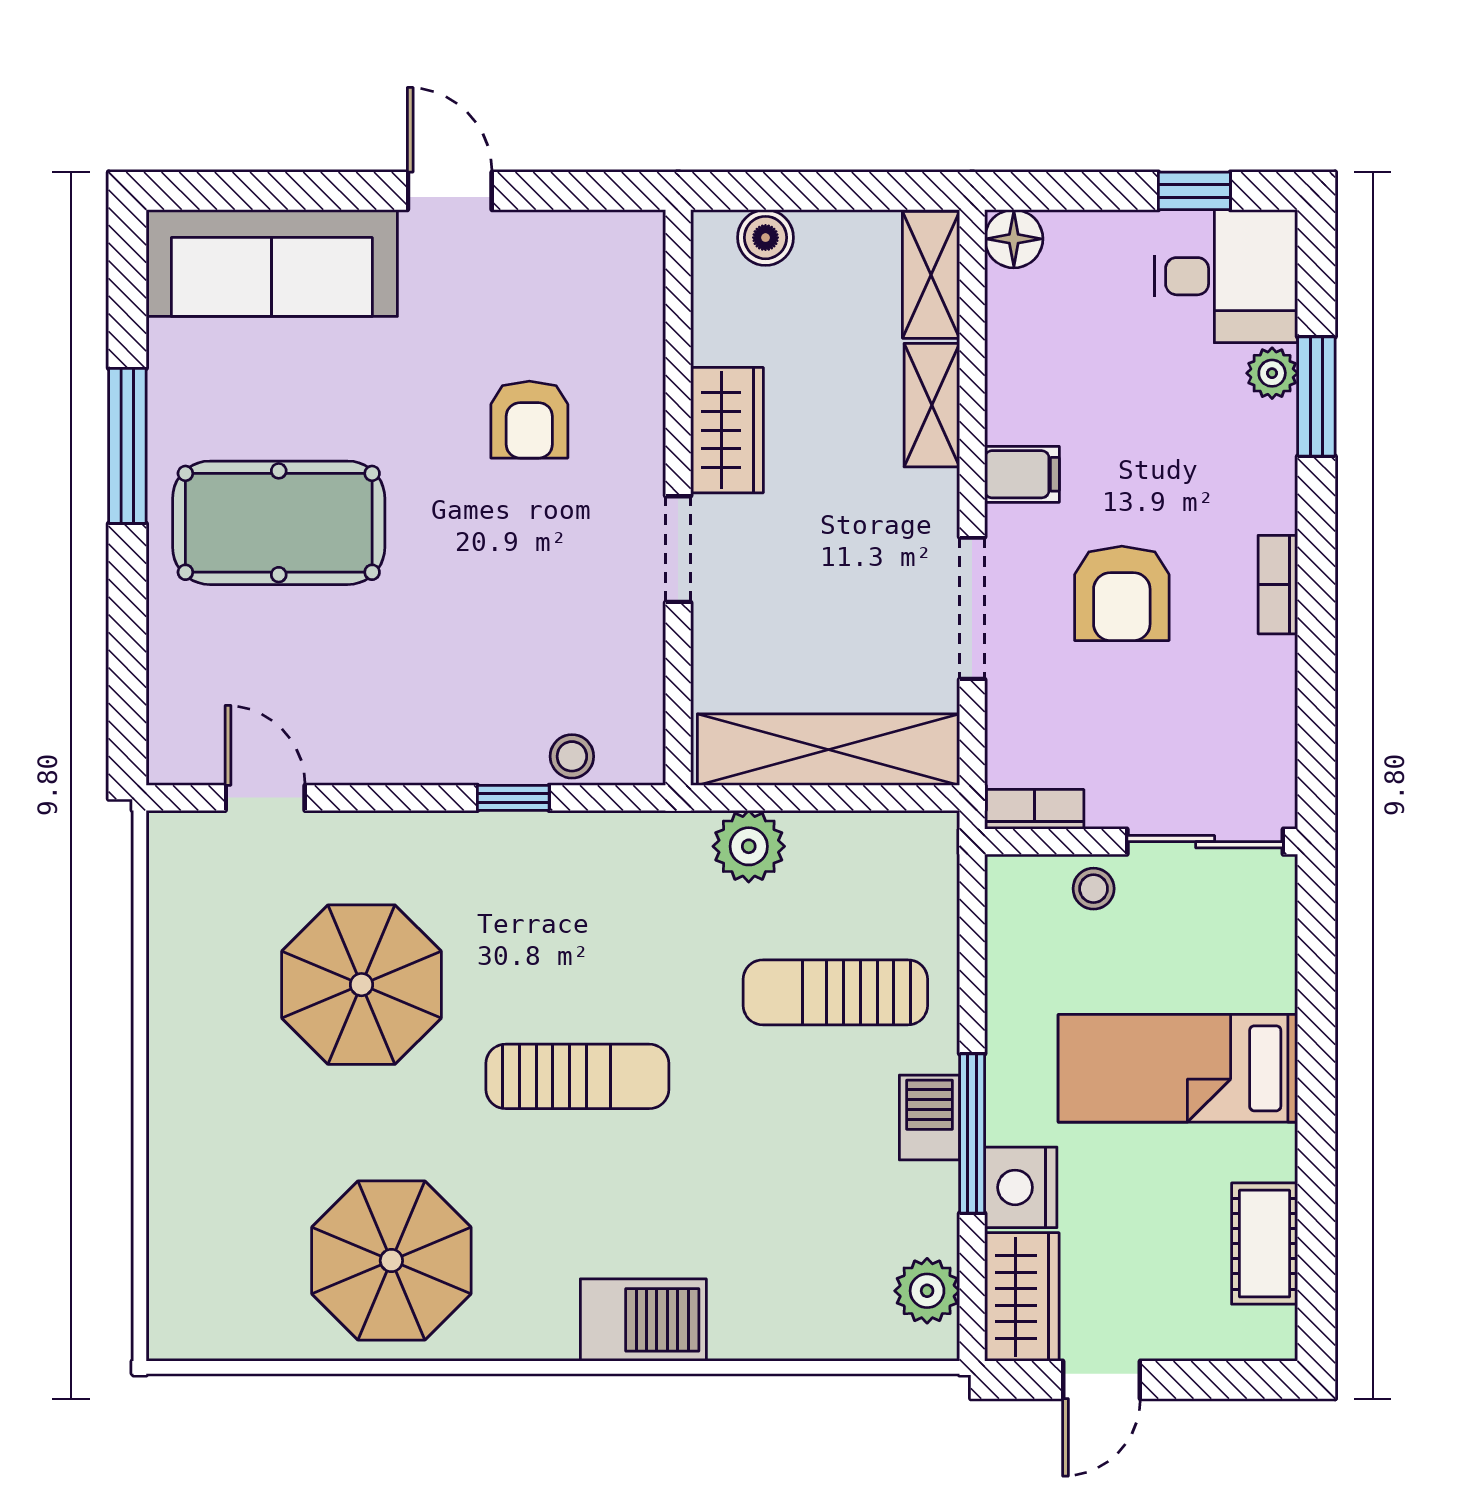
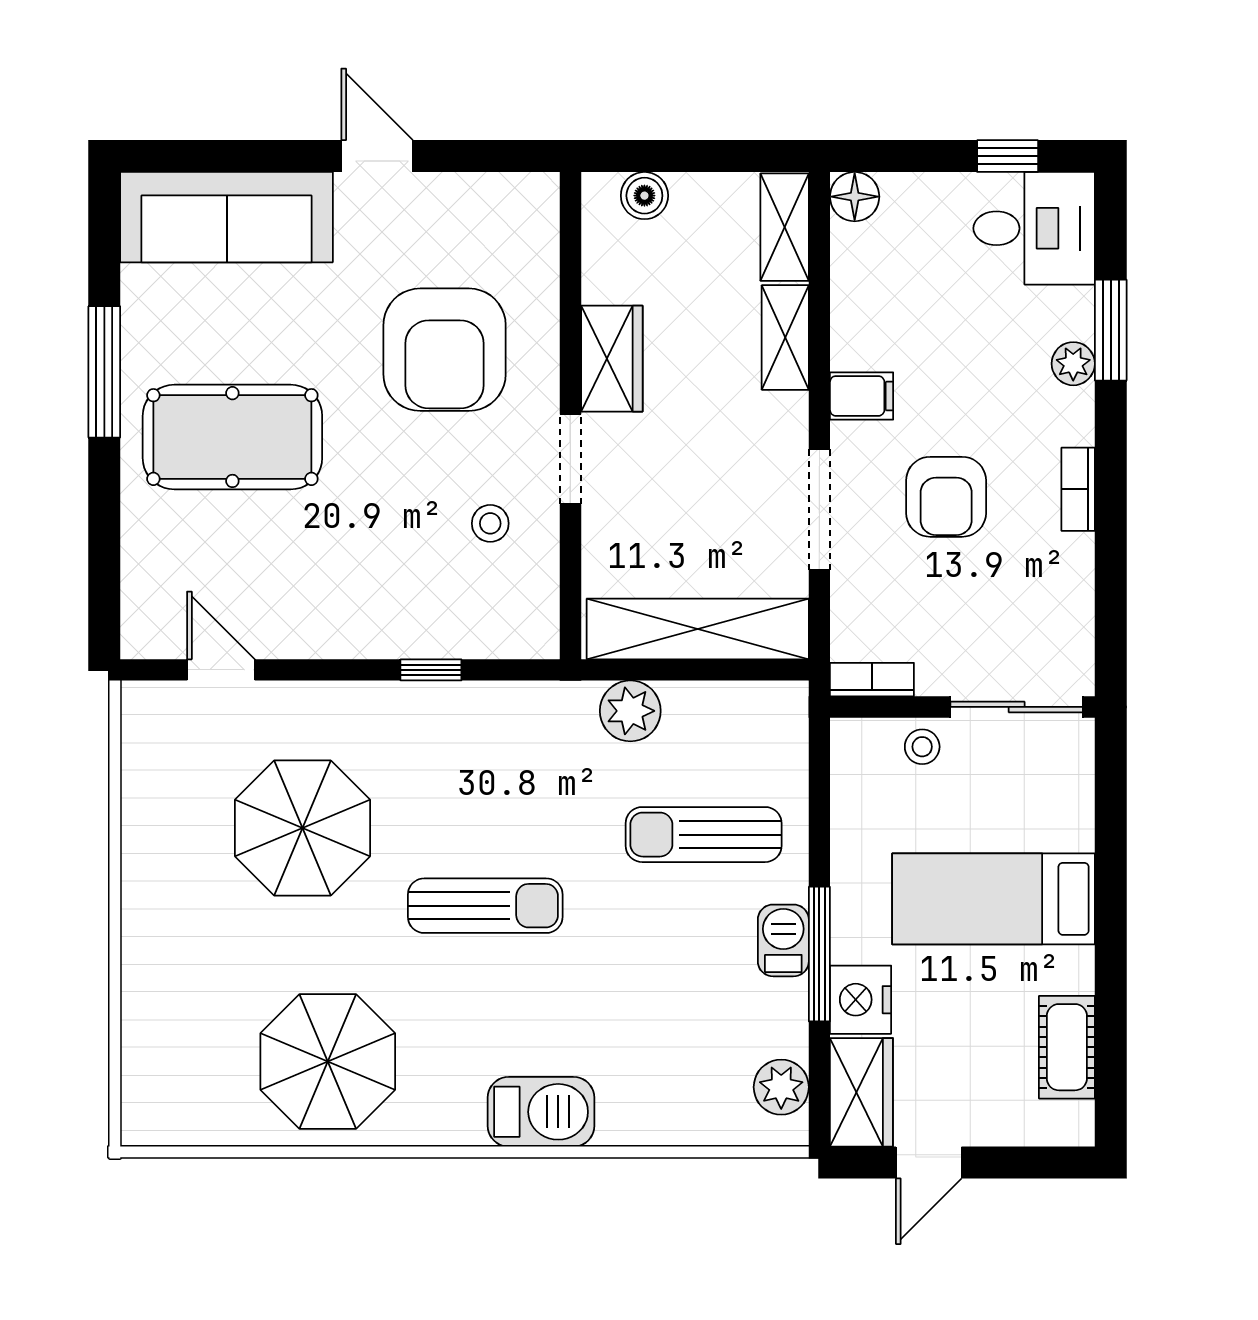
plant: (1272, 373) -> (1073, 364), moved
armchair: (529, 420) -> (445, 350), width x1.88, depth x1.88
stool: (572, 756) -> (490, 523), moved

